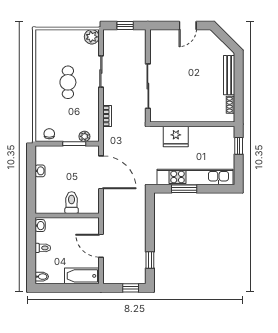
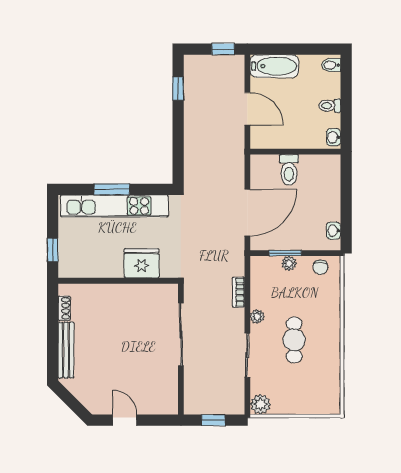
door: (188, 26) -> (125, 420), hinge flipped
plant: (94, 99) -> (257, 317), added
plant: (84, 136) -> (289, 263), moved
washbasin: (40, 171) -> (334, 231), moved
door: (101, 172) -> (247, 213), swing flipped
window: (184, 189) -> (112, 189), moved
window: (131, 288) -> (223, 49), moved

